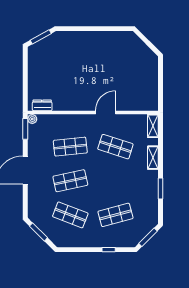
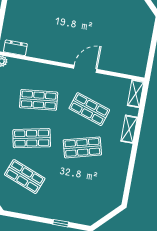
window: (161, 188) -> (131, 165), removed
shop shelf: (115, 215) -> (82, 147), moved
window: (148, 237) -> (107, 218), removed

